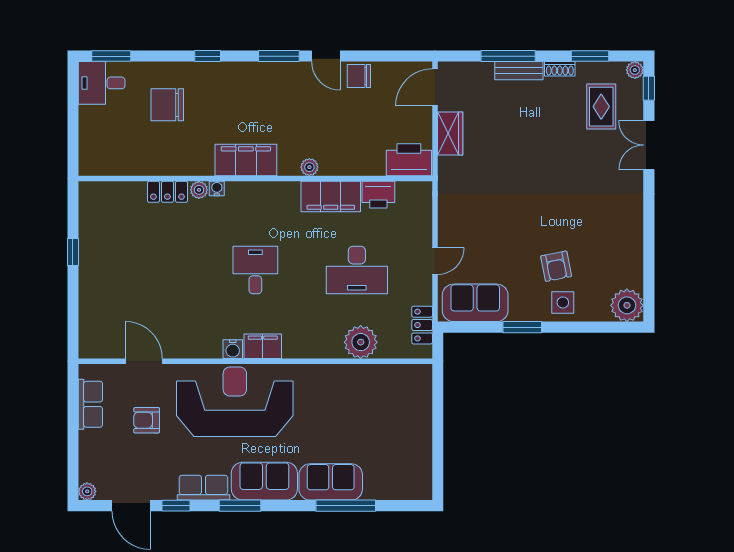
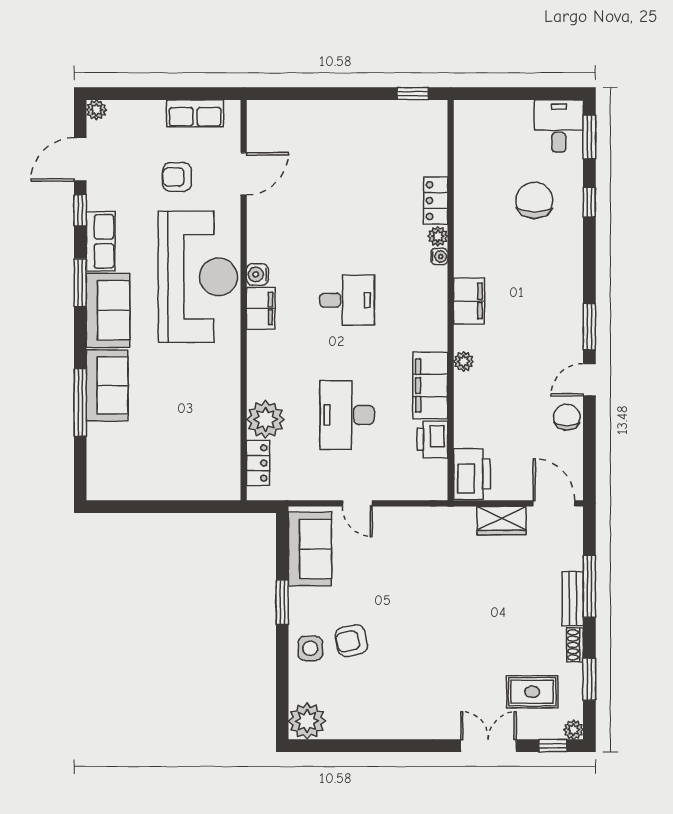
window: (208, 56) -> (589, 202), moved
filing cabinet: (246, 160) -> (469, 301), width x0.67, depth x0.86
window: (73, 252) -> (413, 94), moved
locker: (422, 325) -> (258, 463), moved, turned 90
armchair: (147, 420) -> (177, 177), turned -90

